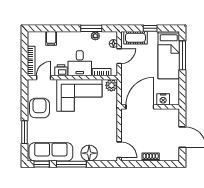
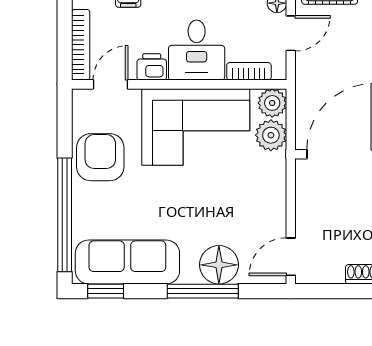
plant: (111, 99) -> (271, 135), added
window: (24, 132) -> (65, 215), width x2.11
door: (119, 150) -> (291, 257), swing flipped
window: (71, 164) -> (203, 291), moved

